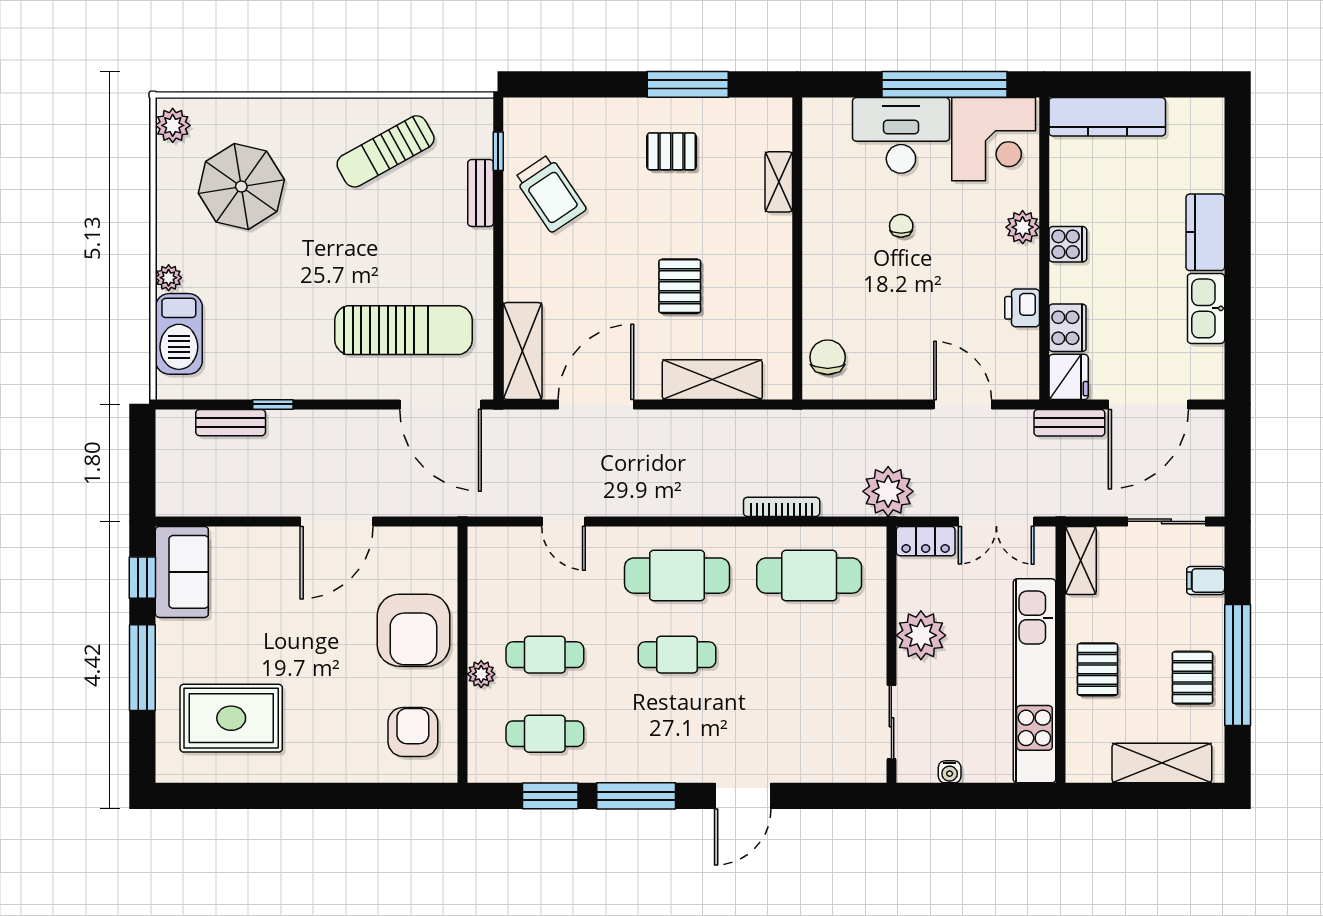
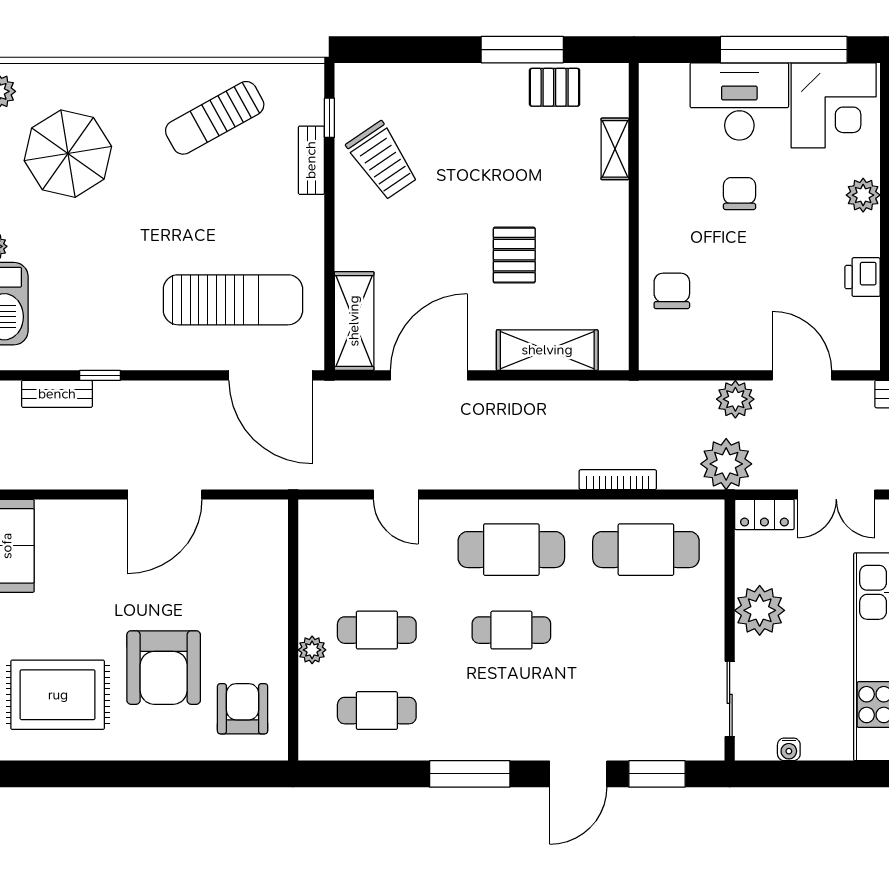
pallet: (672, 151) -> (555, 87), moved
chair: (901, 226) -> (739, 194), width x1.37, depth x1.37
chair: (828, 357) -> (672, 291), moved
plant: (897, 428) -> (735, 399), added
armchair: (413, 630) -> (164, 668), moved
window: (550, 796) -> (657, 774), moved

